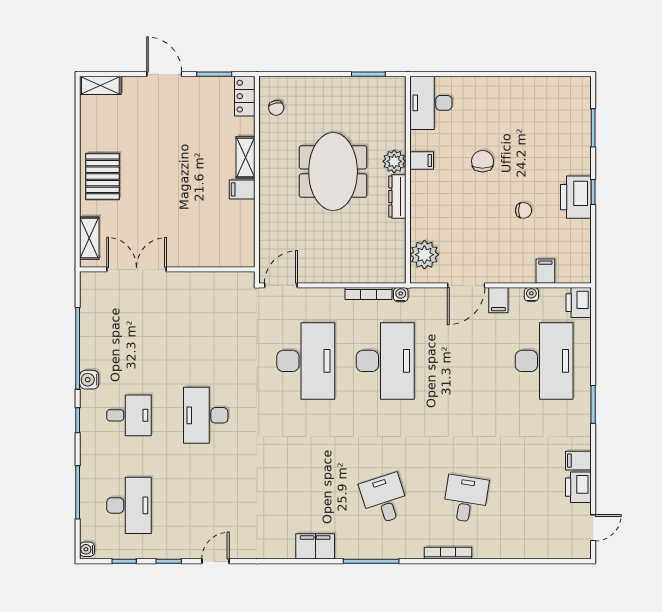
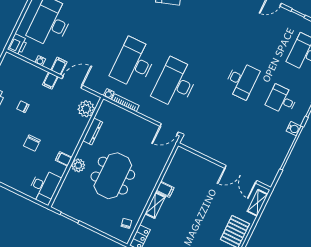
dresser: (397, 196) -> (93, 131), moved
filing cabinet: (545, 271) -> (50, 81), moved

